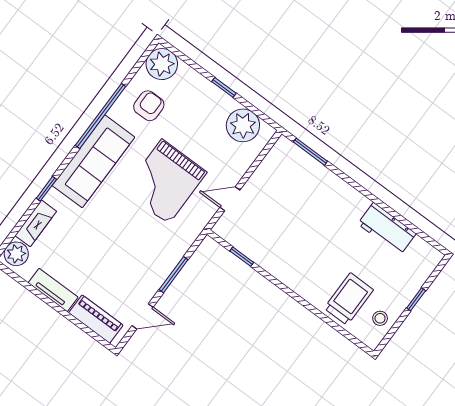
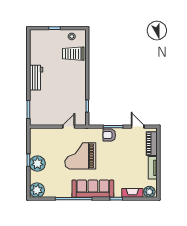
armchair: (149, 106) -> (109, 135), moved
plant: (243, 125) -> (37, 164), moved
grand piano: (165, 182) -> (80, 156), turned 180
door: (230, 199) -> (69, 127), swing flipped
workbench: (387, 229) -> (36, 78), moved

